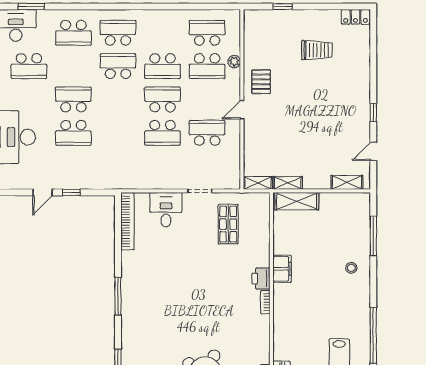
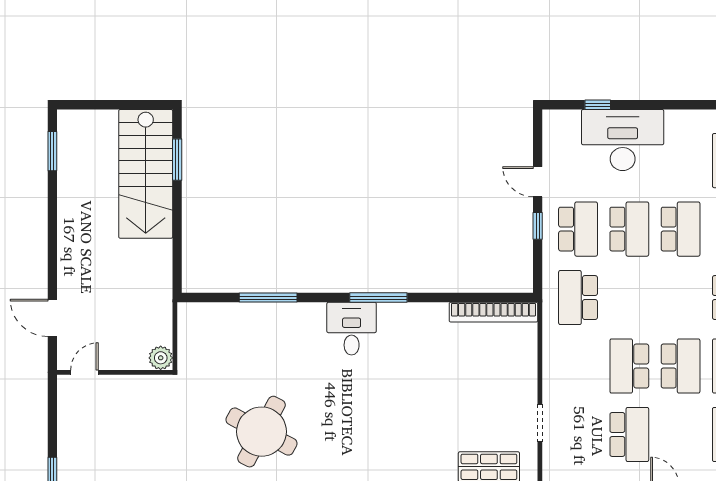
school desk: (73, 133) -> (629, 229), turned 180
school desk: (73, 166) -> (578, 229), added
school desk: (118, 166) -> (578, 298), added
desk: (166, 210) -> (352, 329), moved, turned -90

